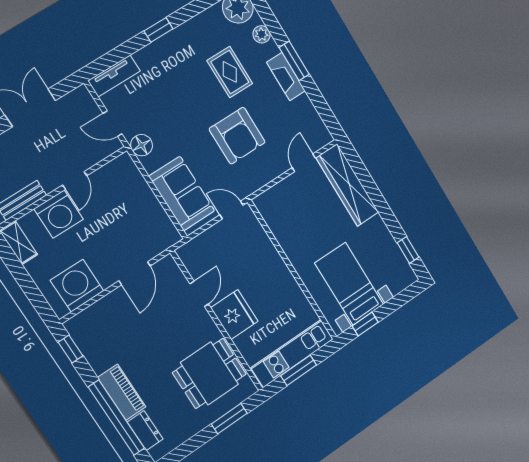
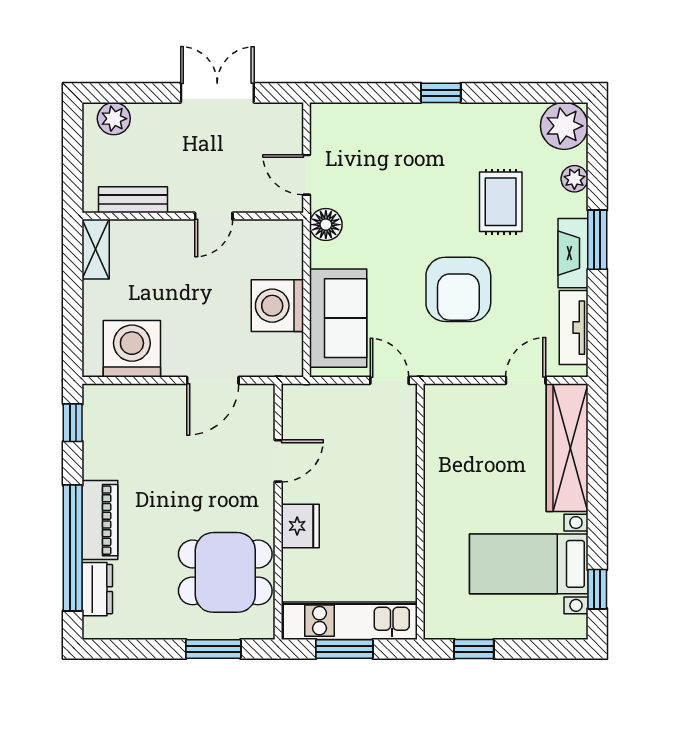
tv unit: (114, 76) -> (574, 328), moved, turned 90
washing machine: (59, 214) -> (277, 306), moved, turned 90
bed with nightstands: (349, 284) -> (529, 564), moved, turned -90
fridge: (234, 314) -> (300, 526), width x0.73, depth x0.75

